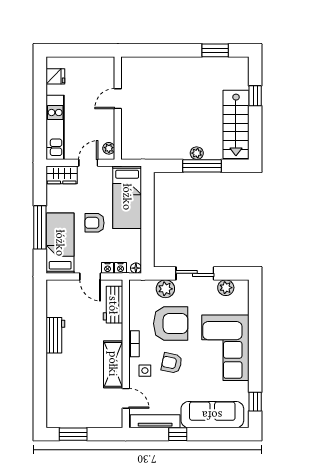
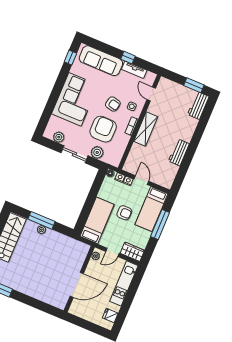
door: (118, 99) -> (77, 285), width x1.88
workbench: (113, 305) -> (198, 105), moved, turned 180
armchair: (171, 324) -> (103, 129), turned 90
shelving: (113, 364) -> (146, 129), moved
tv unit: (155, 421) -> (134, 70), width x0.71

